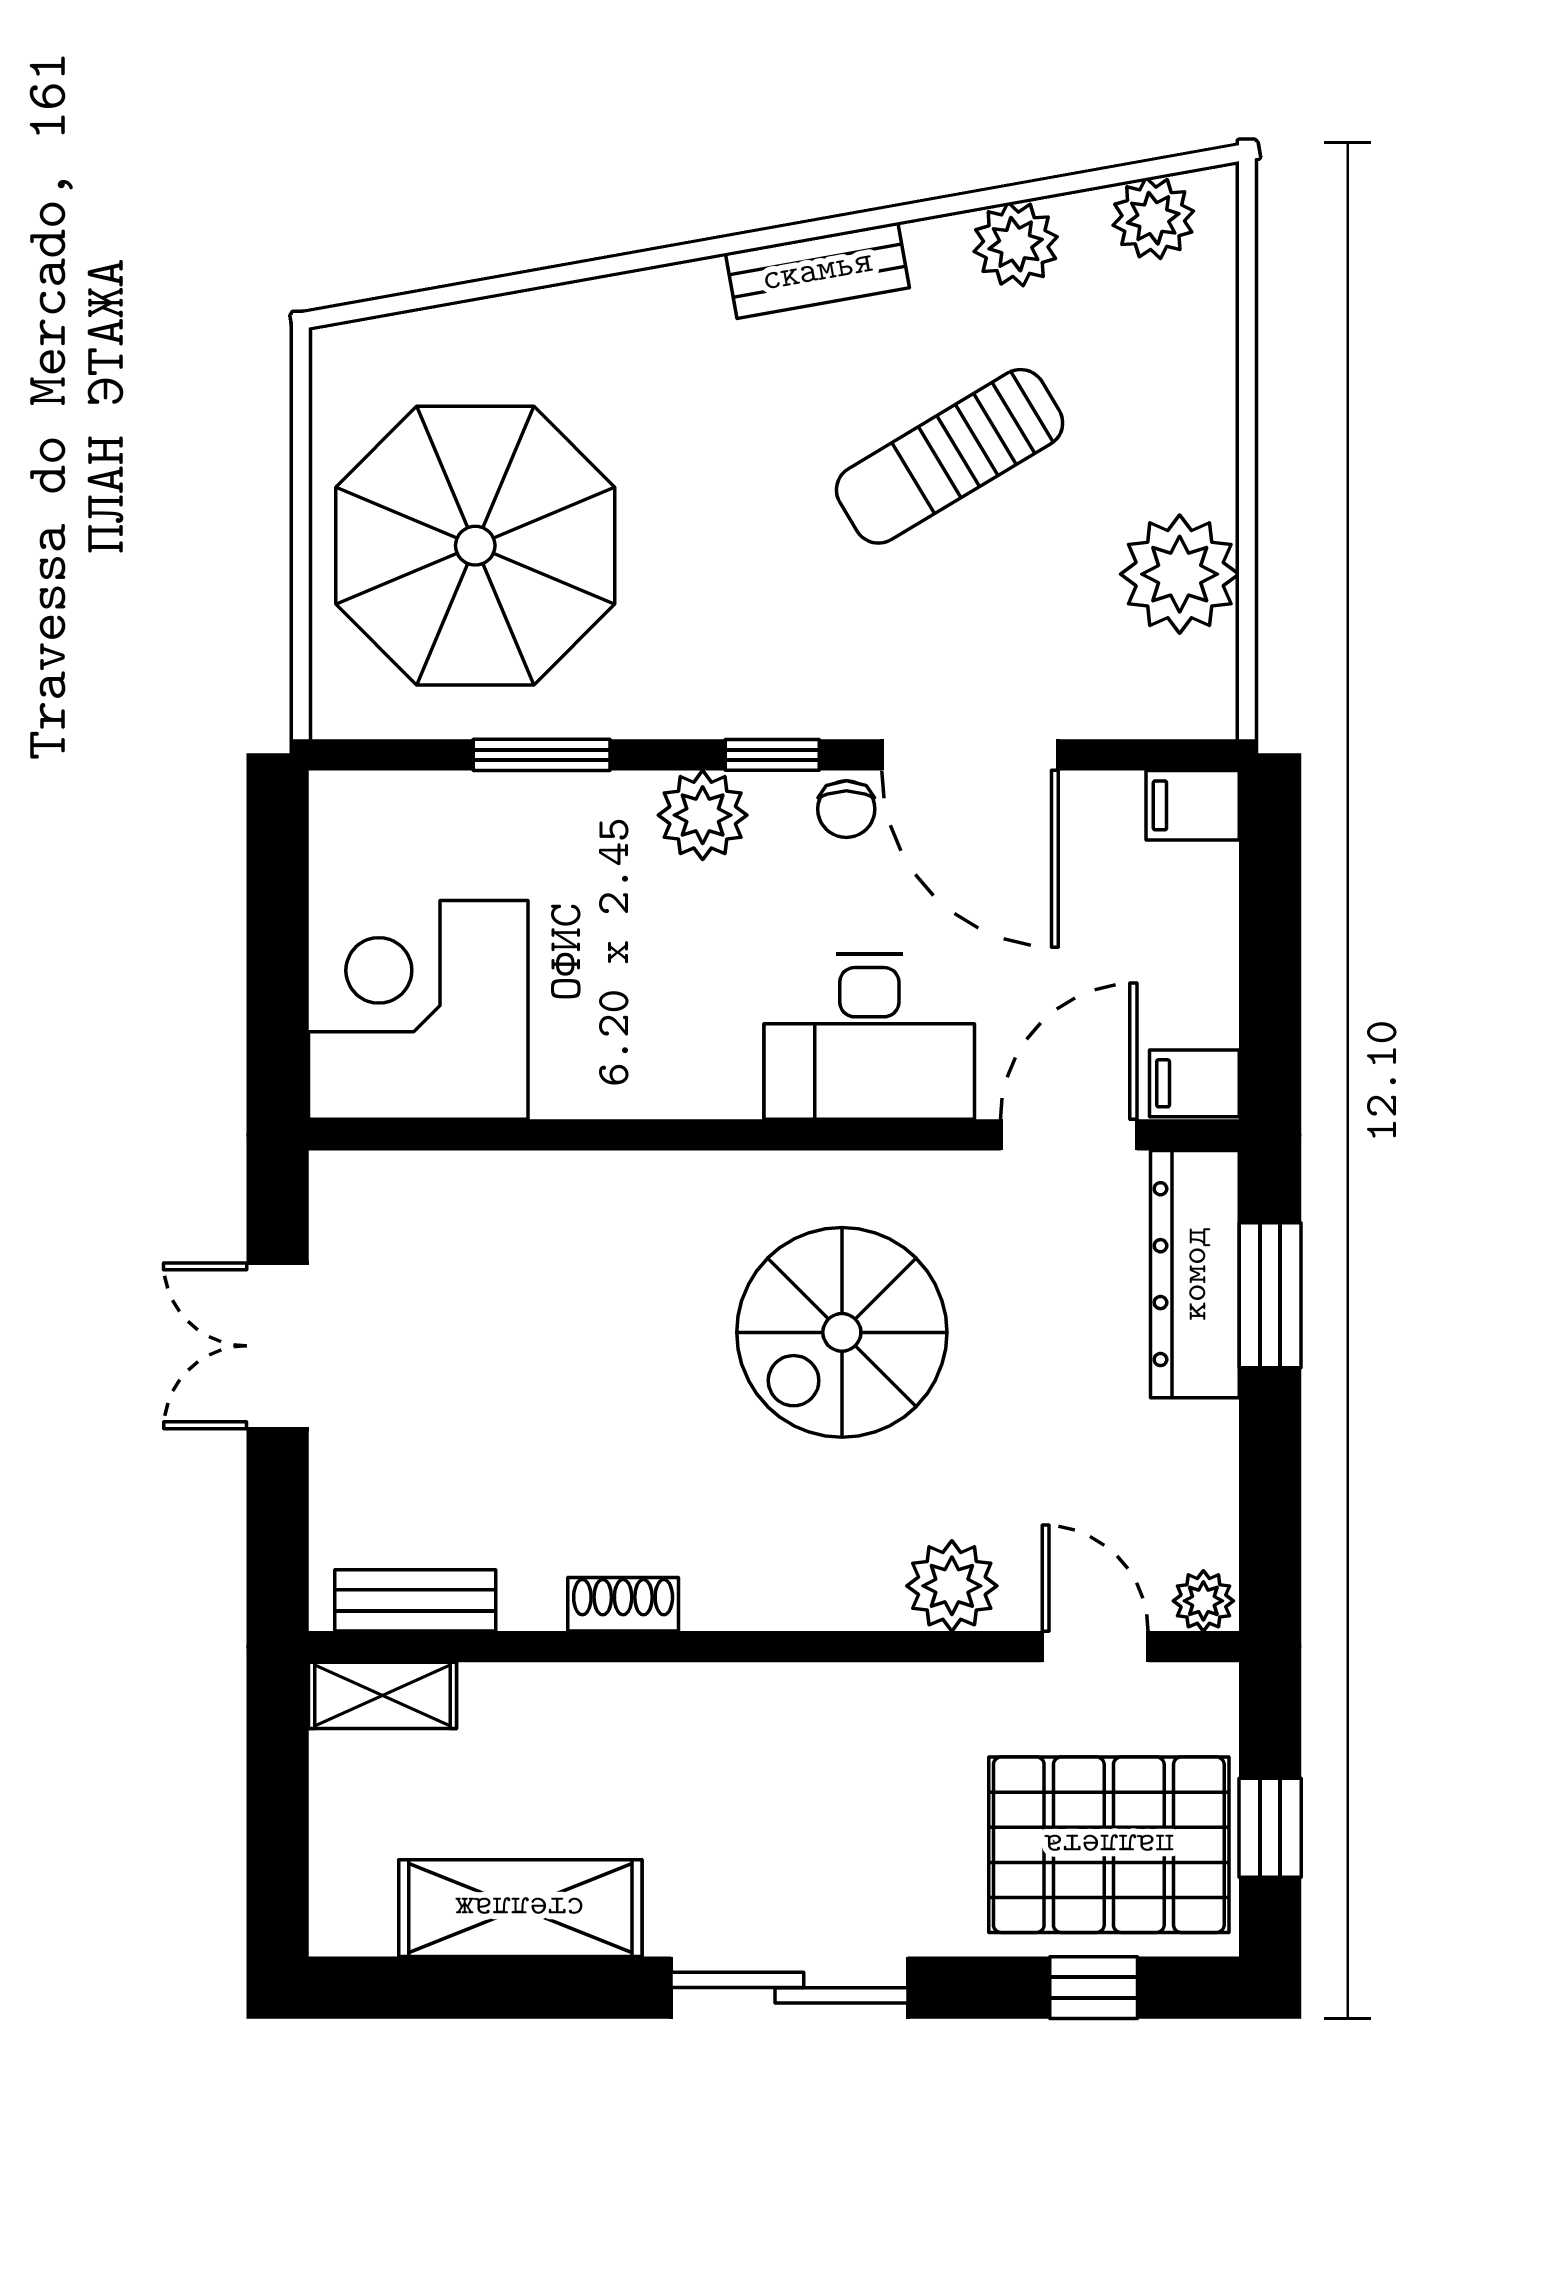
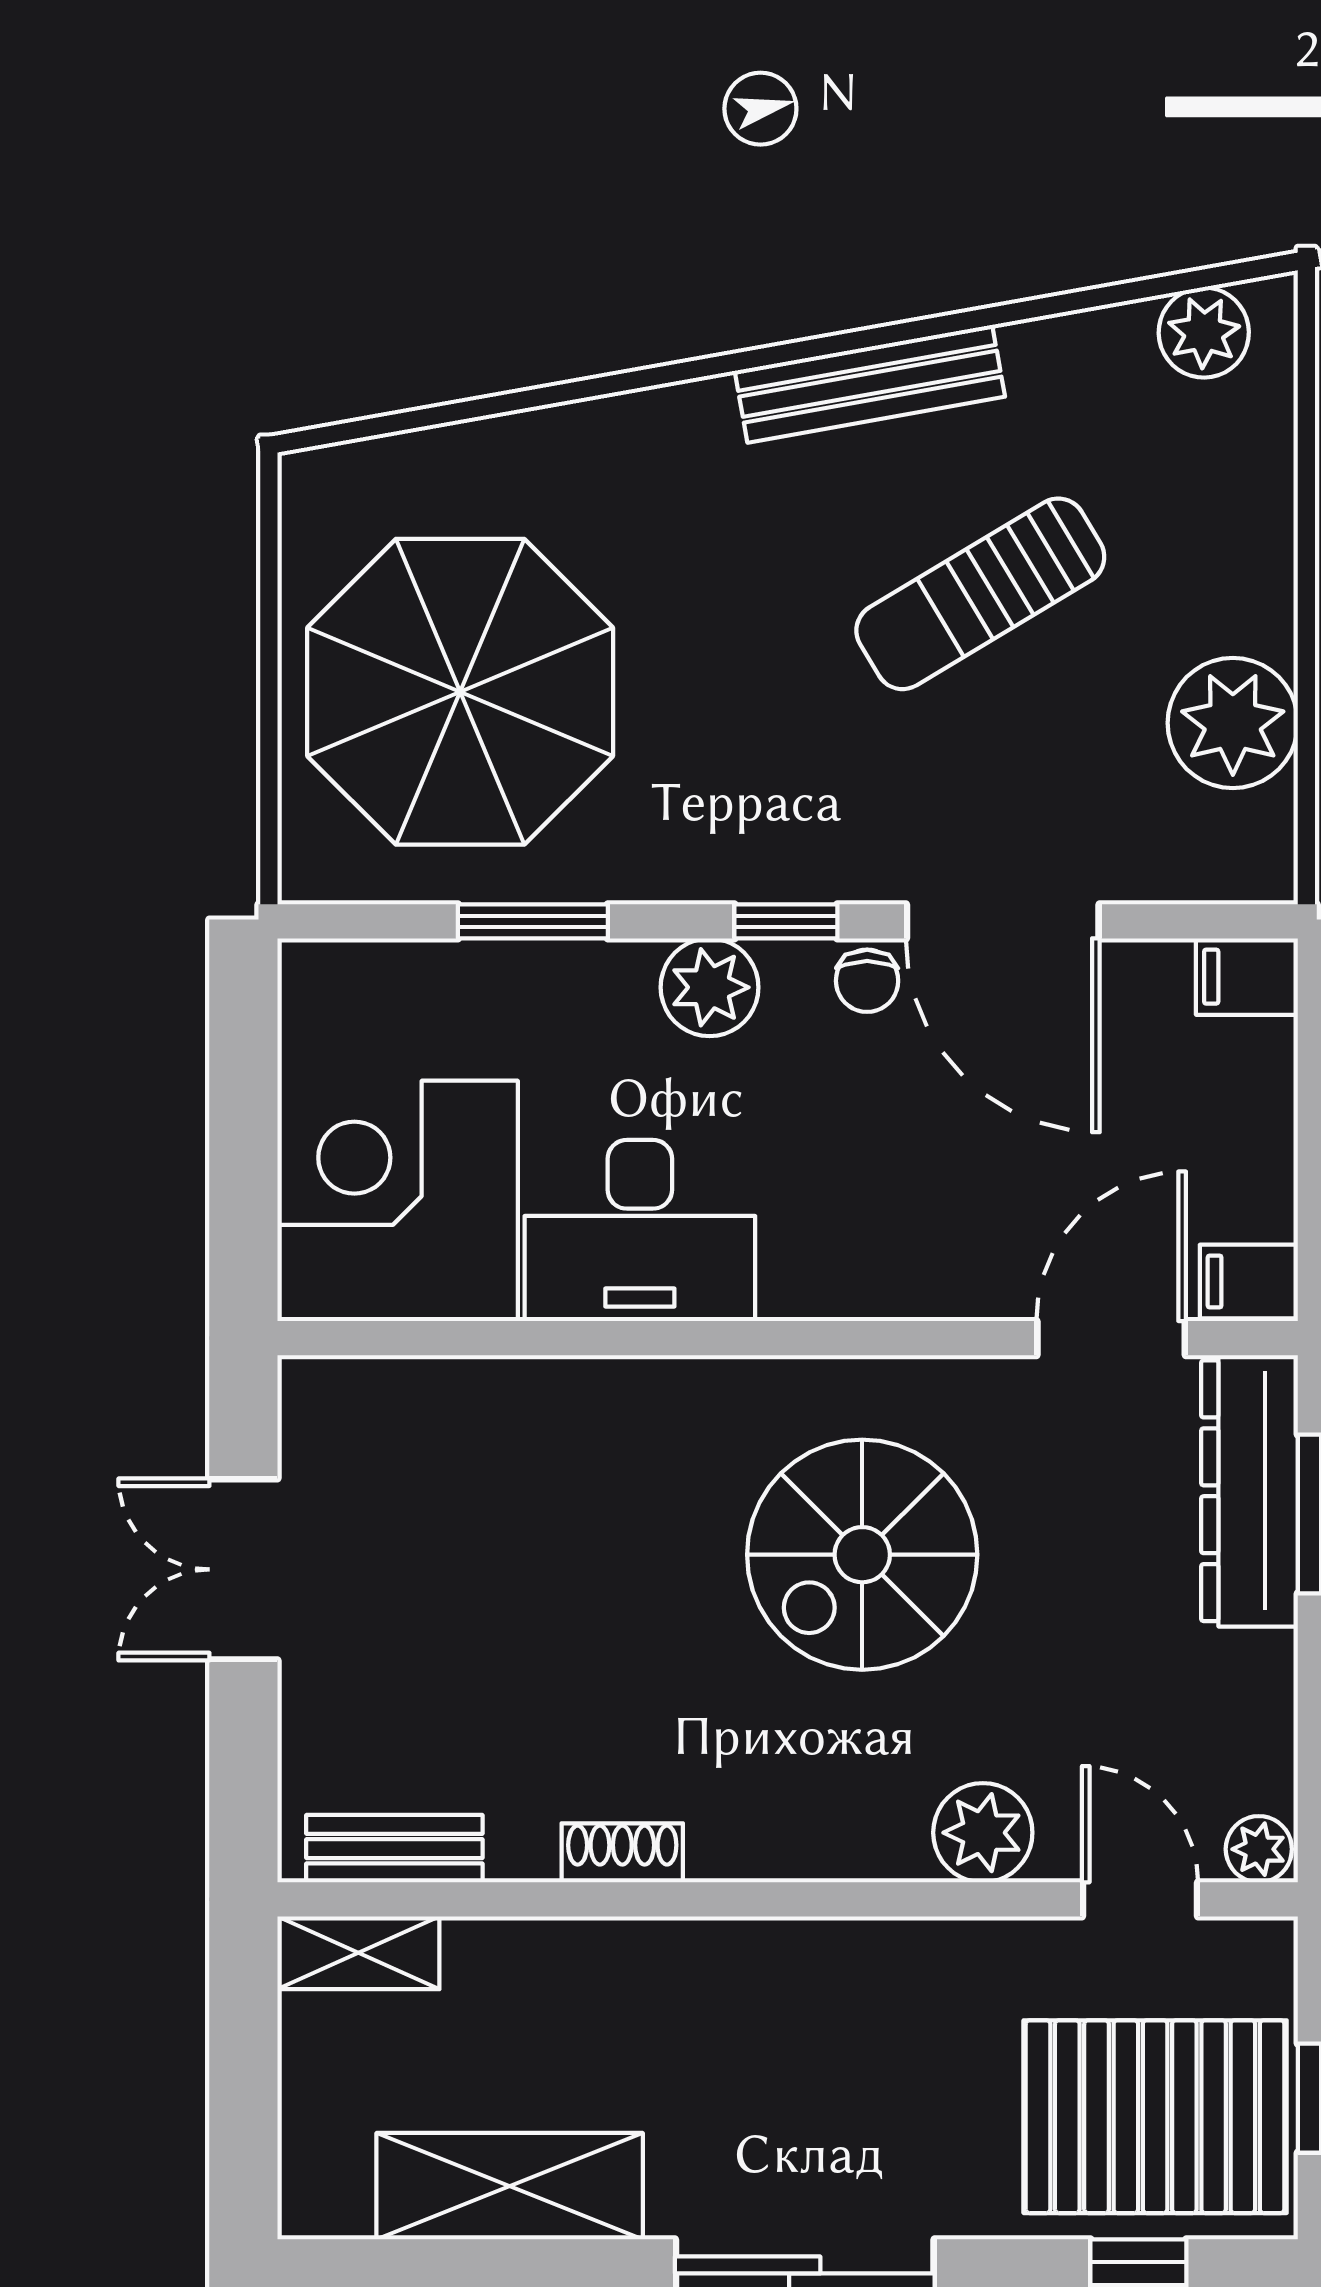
plant: (1016, 244) -> (1053, 361), removed
bench: (817, 270) -> (870, 384), width x1.36
desk: (869, 1037) -> (640, 1230), moved

